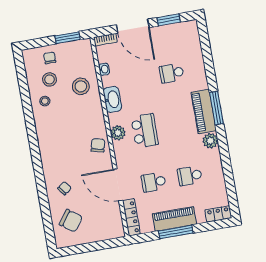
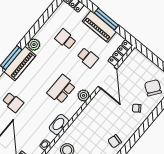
plant: (118, 133) -> (83, 95), moved
chair: (98, 145) -> (115, 141), moved
school desk: (190, 176) -> (66, 39), turned 180

